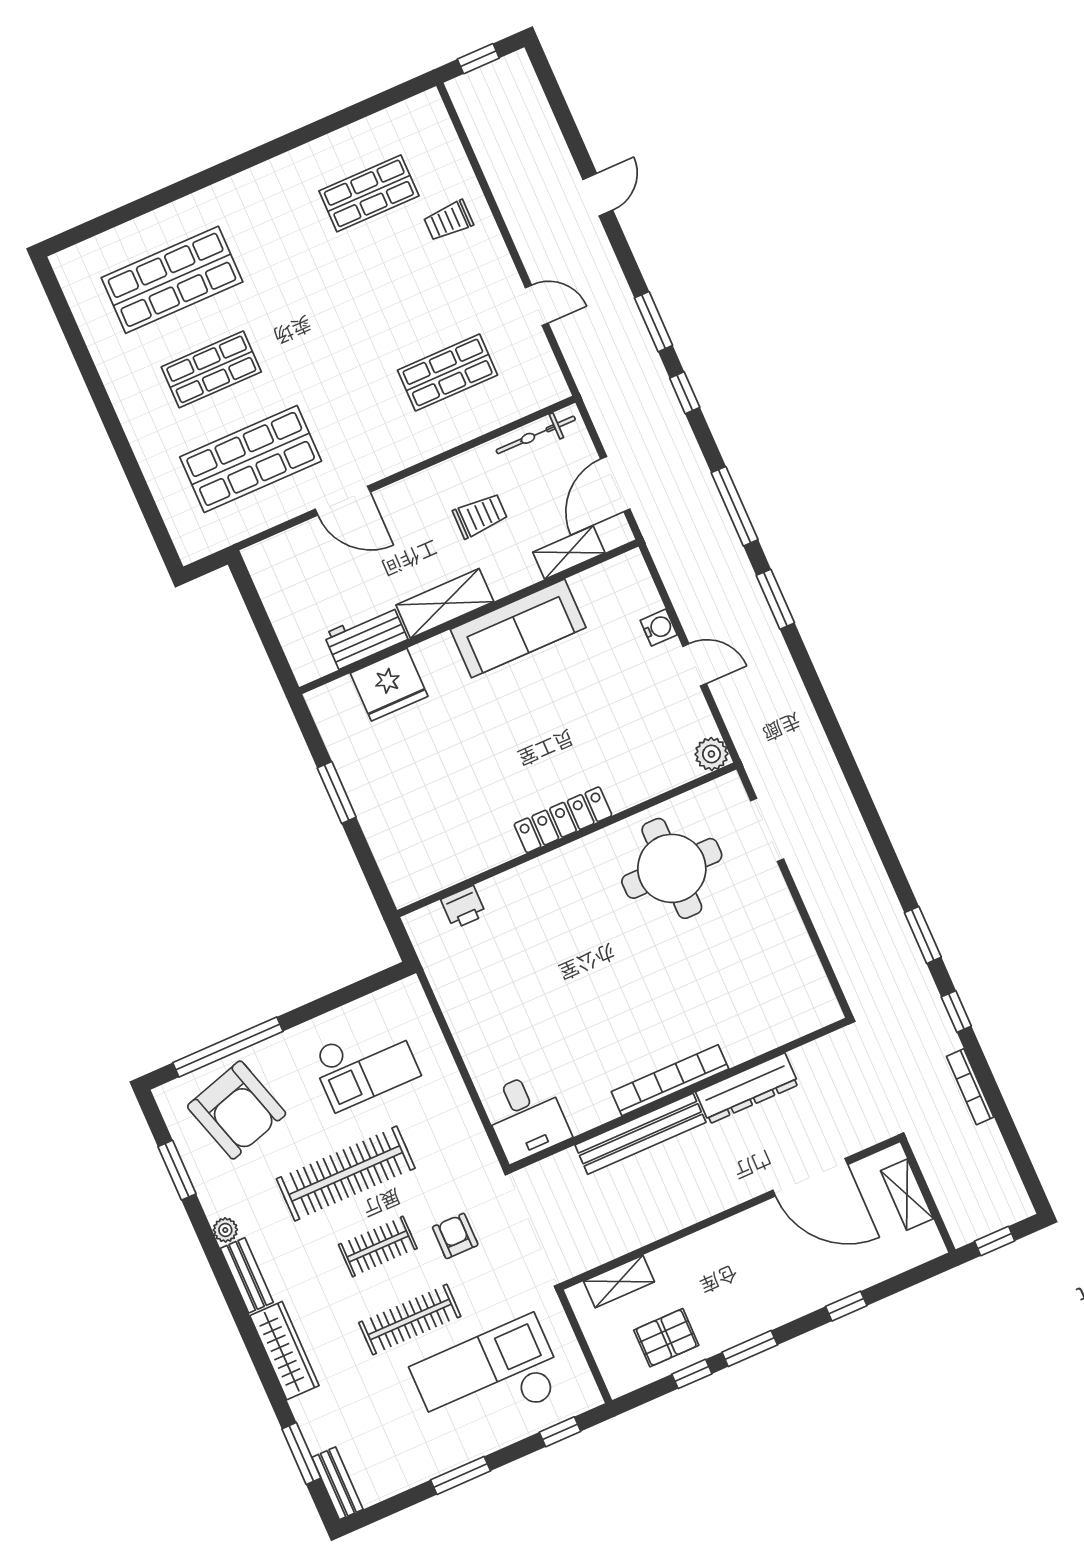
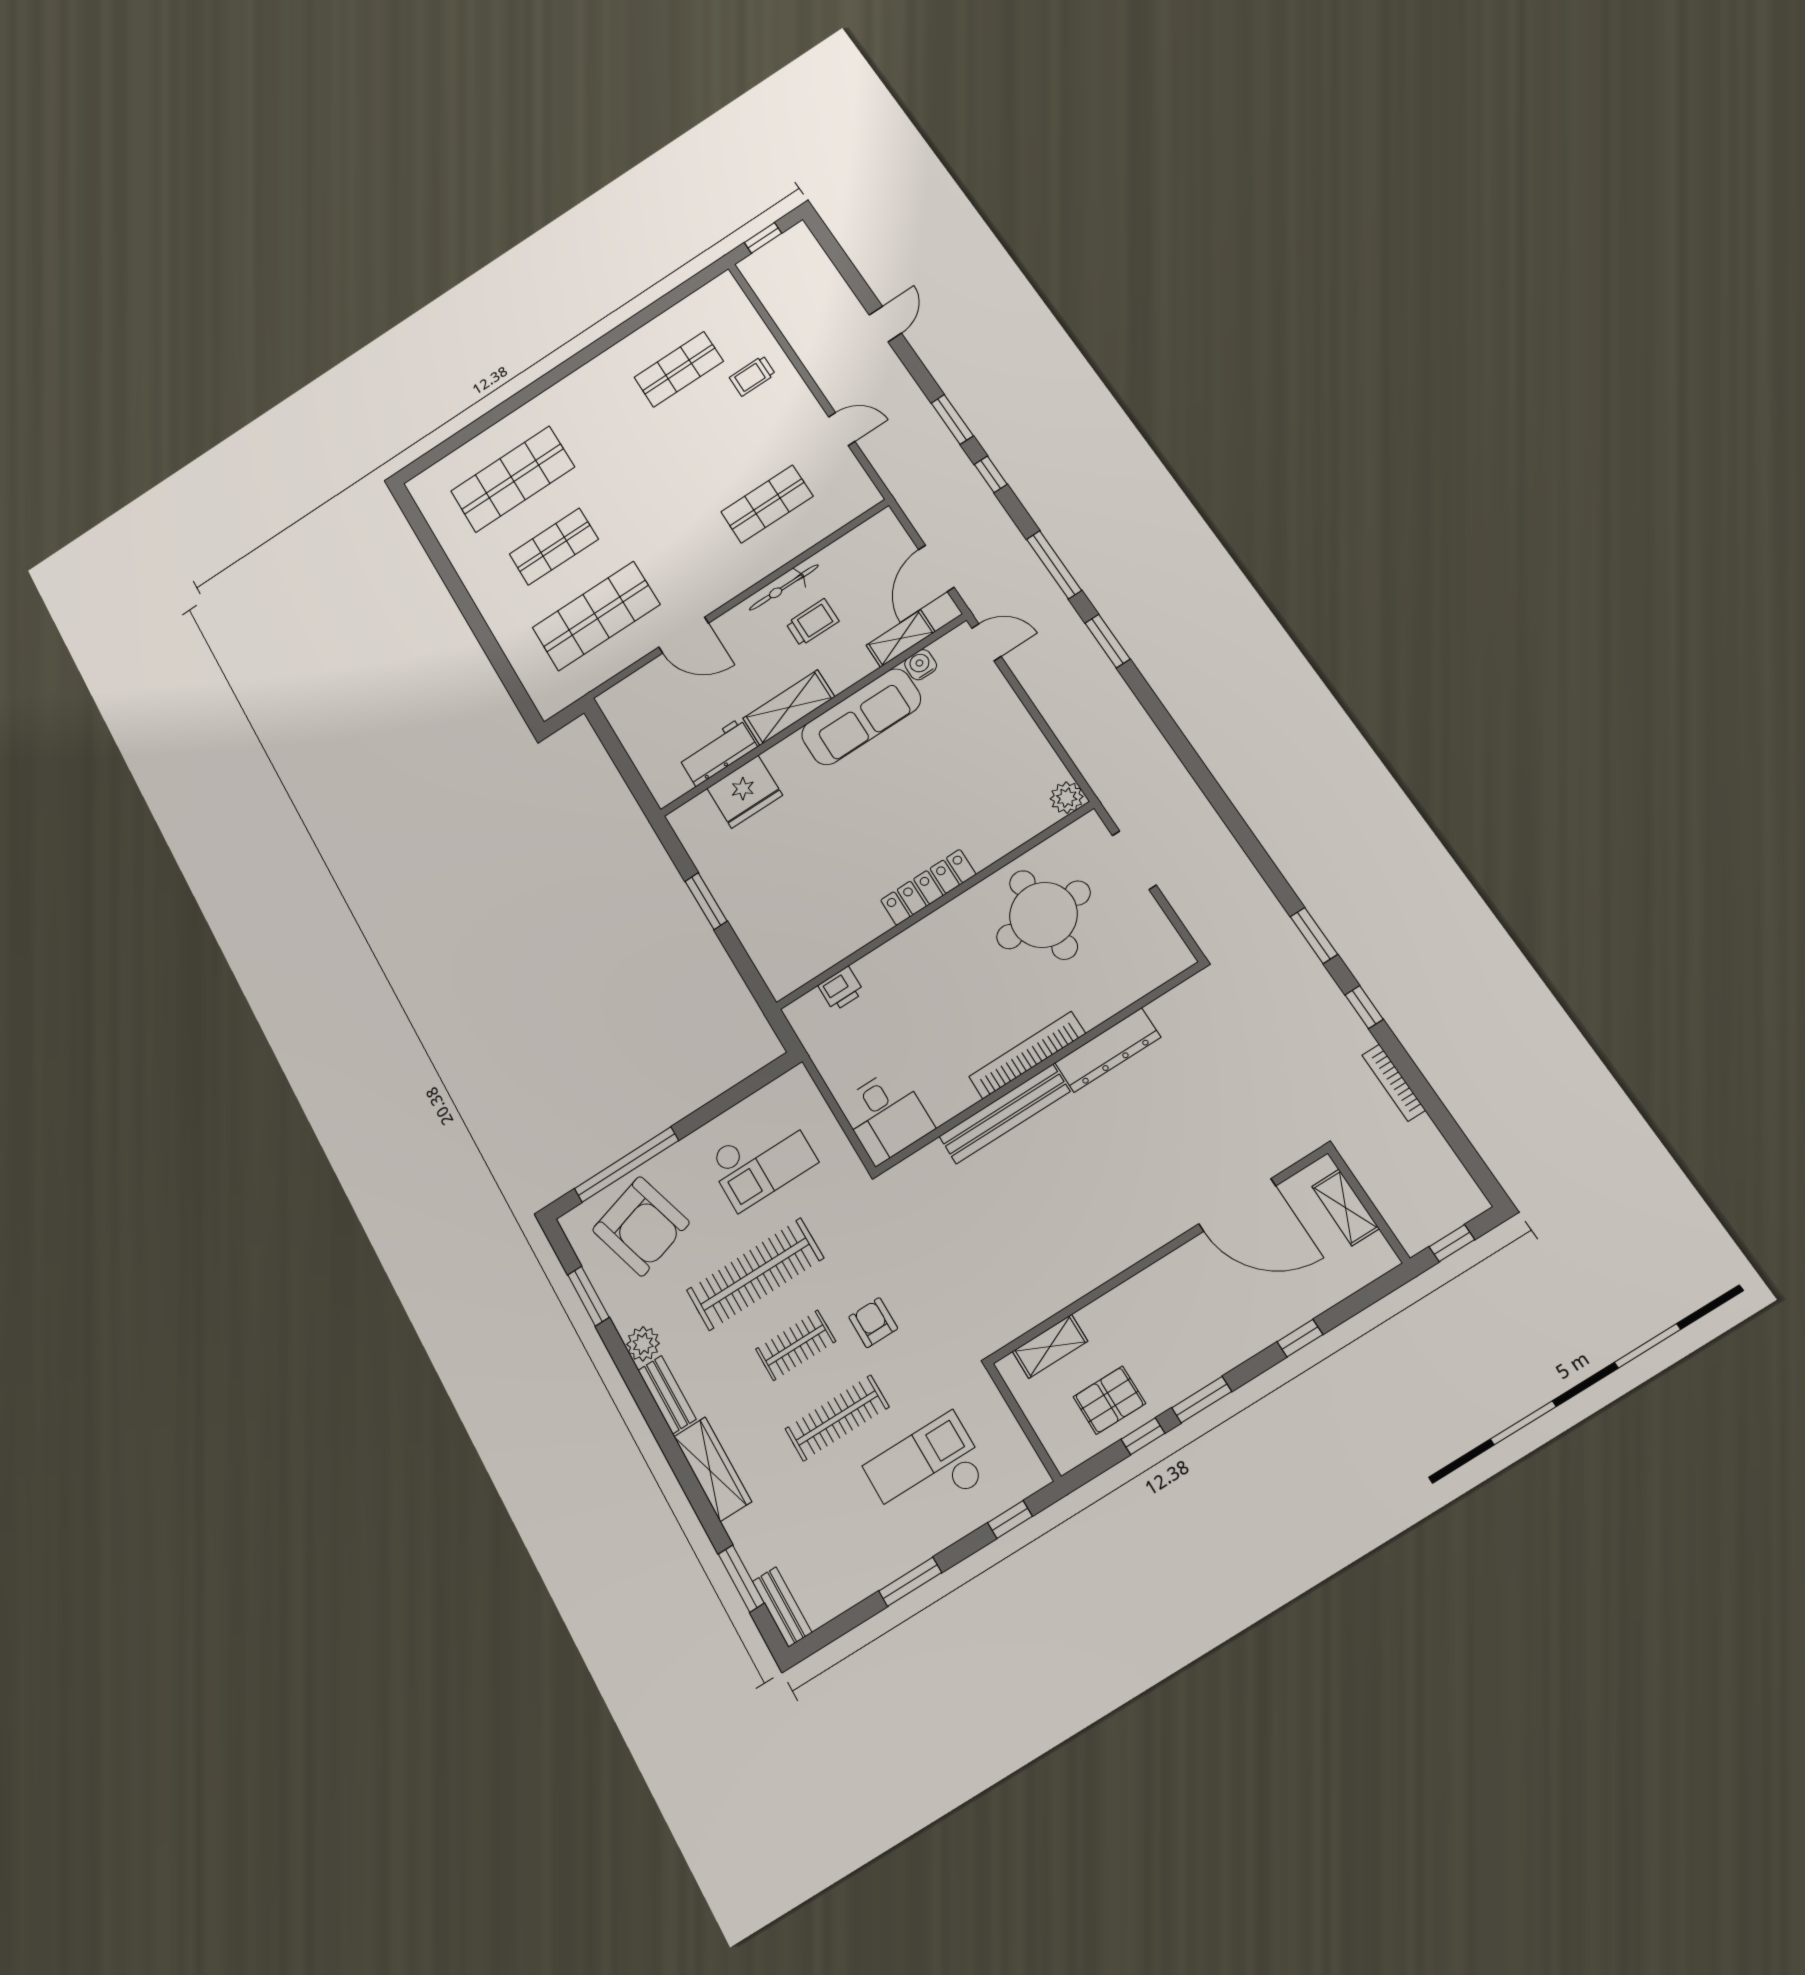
bicycle: (536, 435) -> (784, 587), moved
water cooler: (659, 628) -> (921, 665), moved, turned -90
door: (695, 665) -> (986, 642), moved
bookcase: (670, 1080) -> (1027, 1055), moved
dresser: (747, 1088) -> (1108, 1050), moved
wall: (679, 1095) -> (1038, 1068), moved
desk: (526, 1117) -> (886, 1116), moved
bench: (640, 1134) -> (1005, 1114), moved
plant: (225, 1230) -> (643, 1344), width x1.38, depth x1.38
checkout: (488, 1378) -> (926, 1471), width x0.73, depth x0.83

